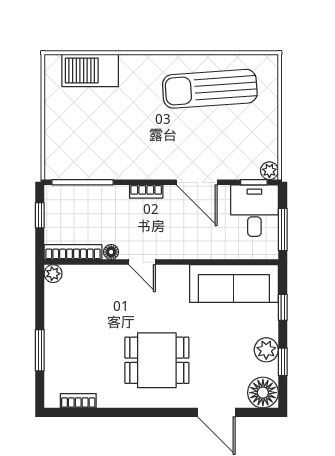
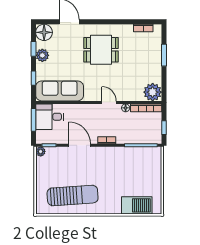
desk: (254, 211) -> (50, 117), moved, turned 90
plant: (53, 274) -> (153, 92), width x1.88, depth x1.88

